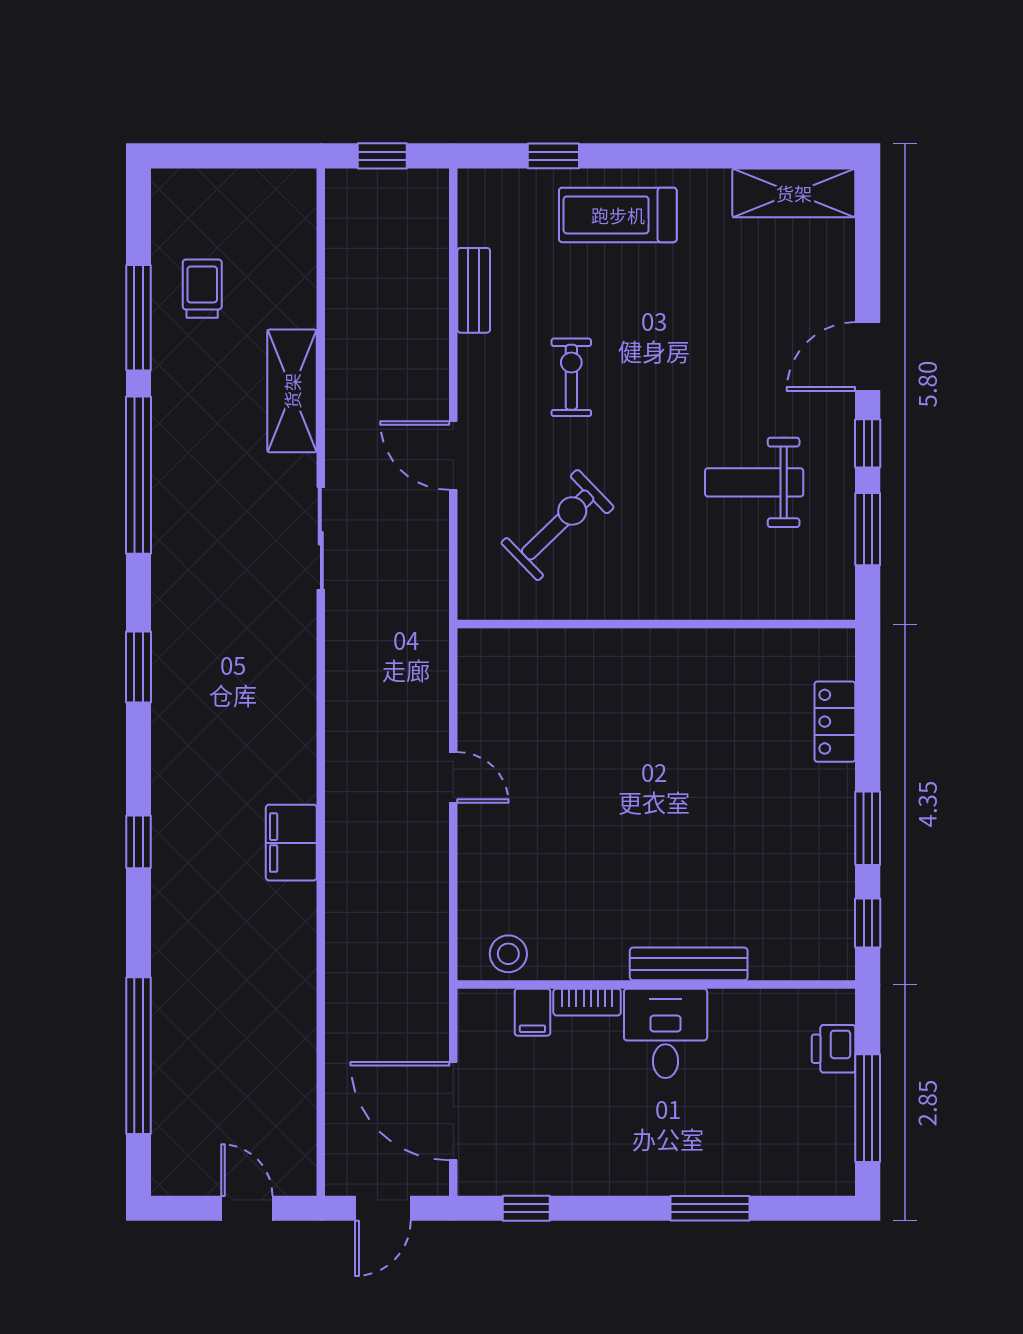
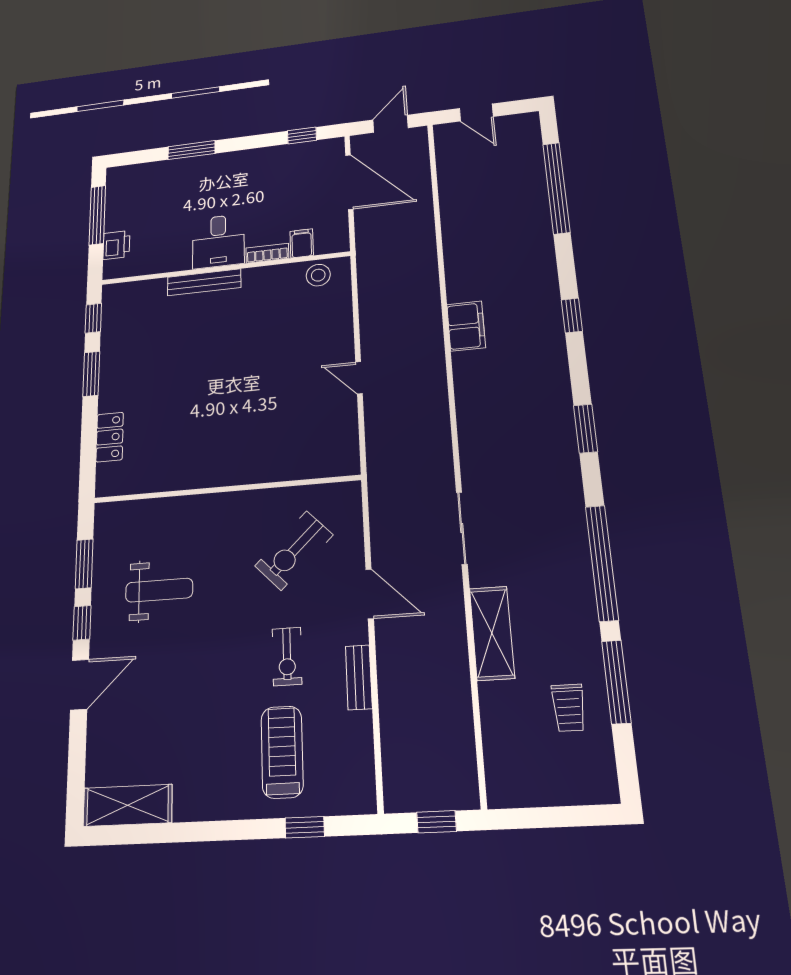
treadmill: (618, 215) -> (282, 752), moved, turned -90
bench: (474, 290) -> (359, 677), moved

